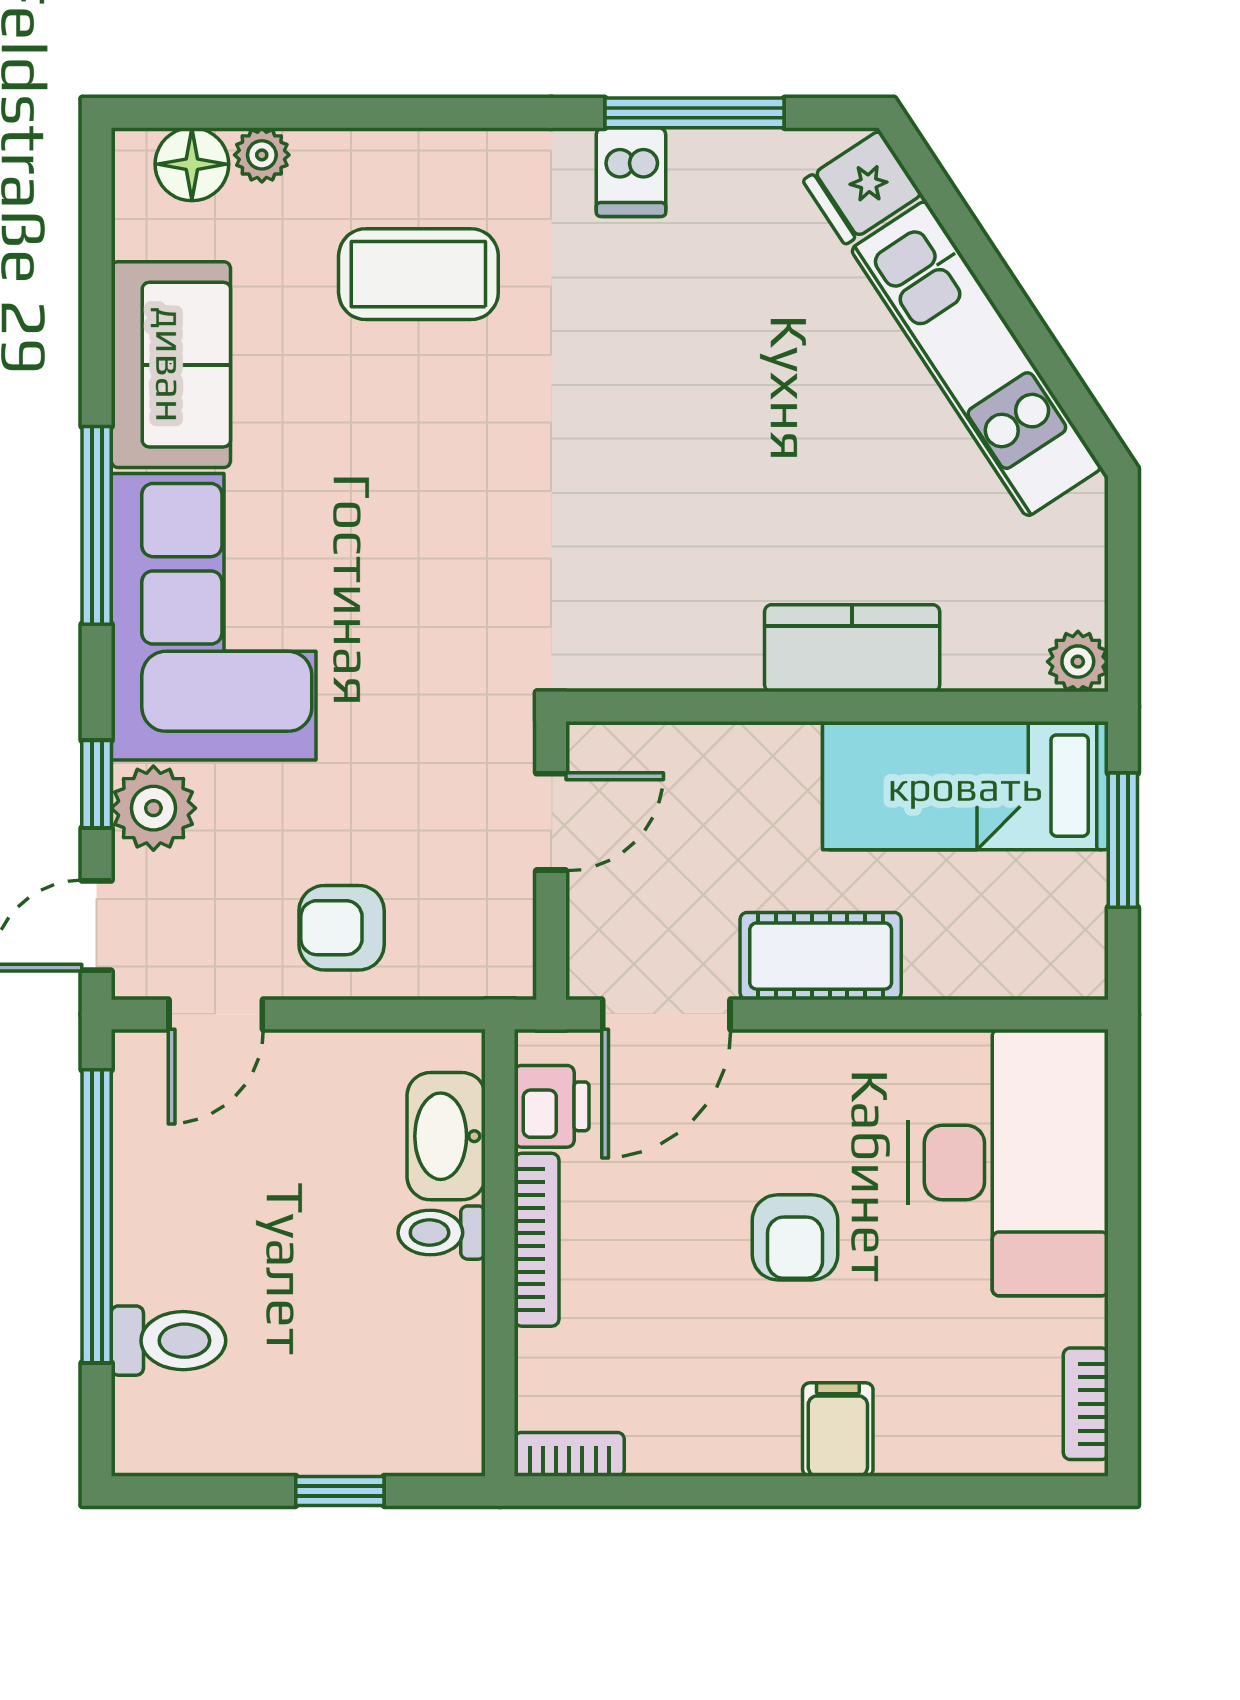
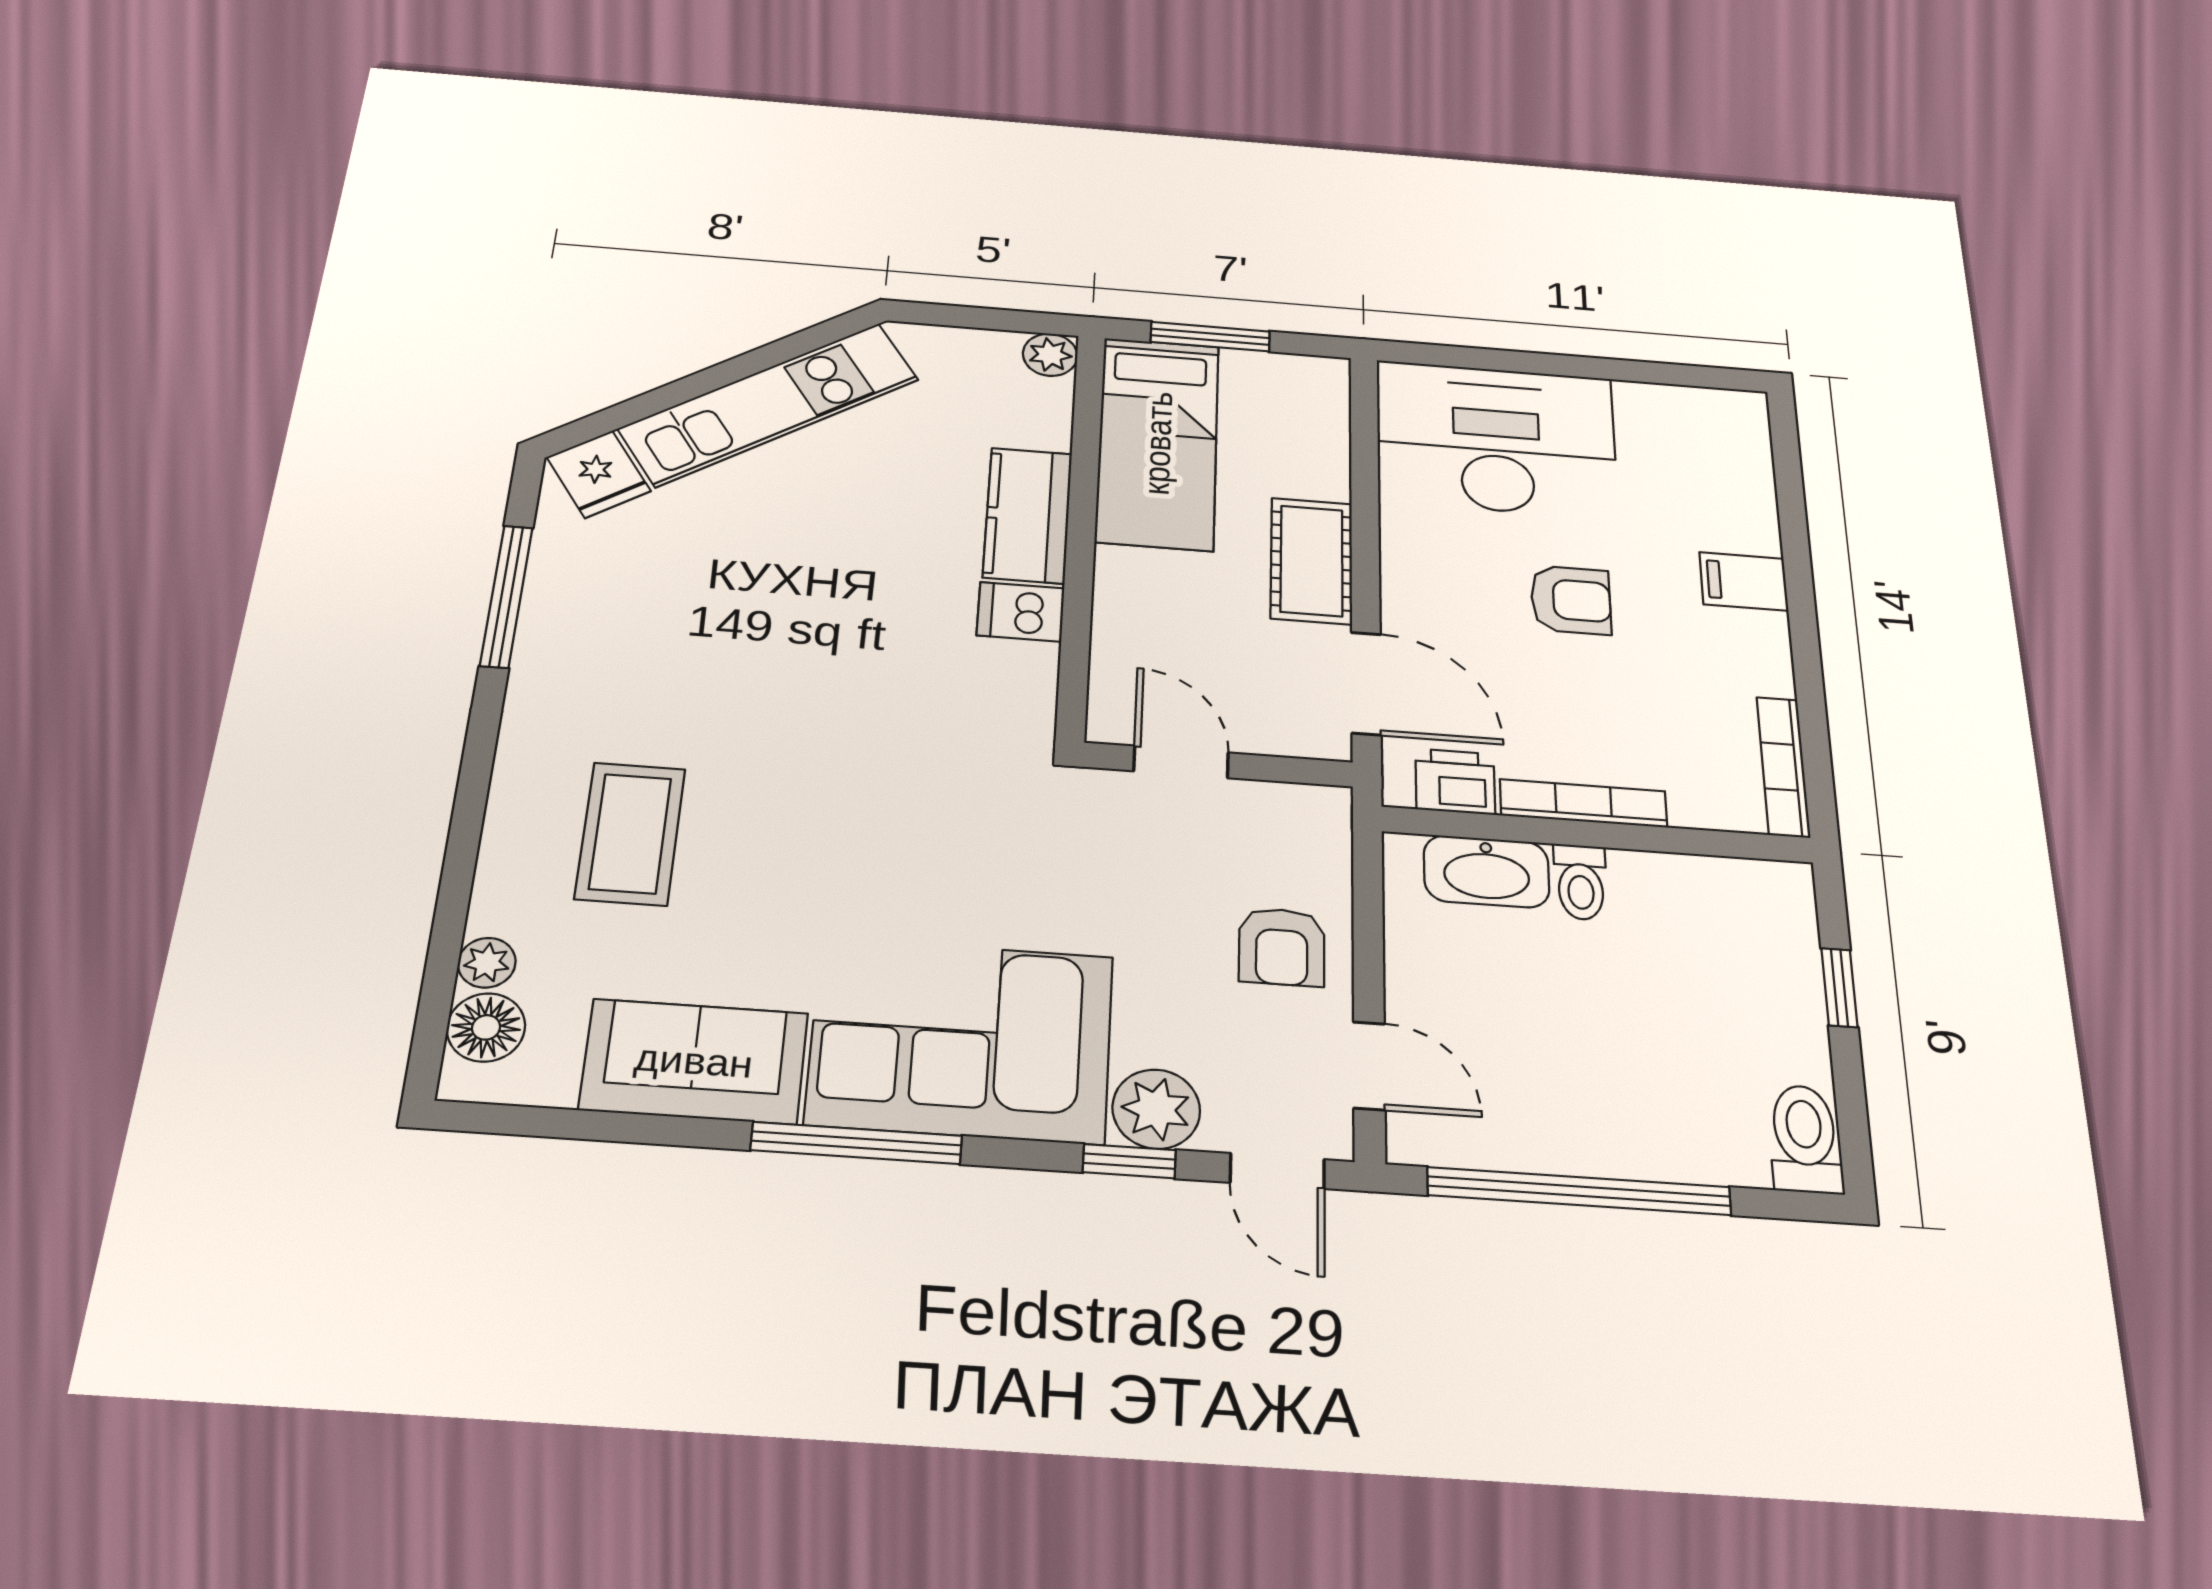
dishwasher: (631, 172) -> (1021, 612), moved, turned 180
toilet: (168, 1341) -> (1805, 1139), moved
bookcase: (1086, 1404) -> (1706, 402), removed
bookcase: (569, 1454) -> (1783, 767), width x1.56

